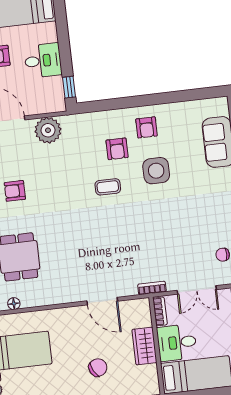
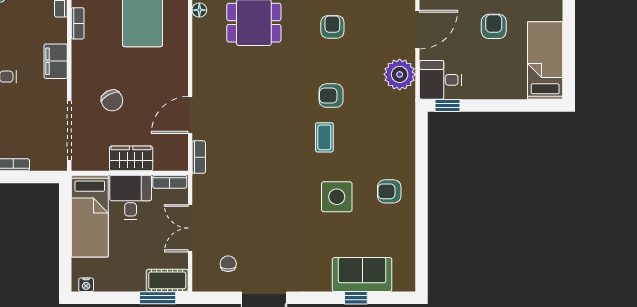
desk: (43, 61) -> (440, 80), moved, turned 90
armchair: (117, 149) -> (331, 96), moved
bookcase: (152, 288) -> (199, 157), moved

